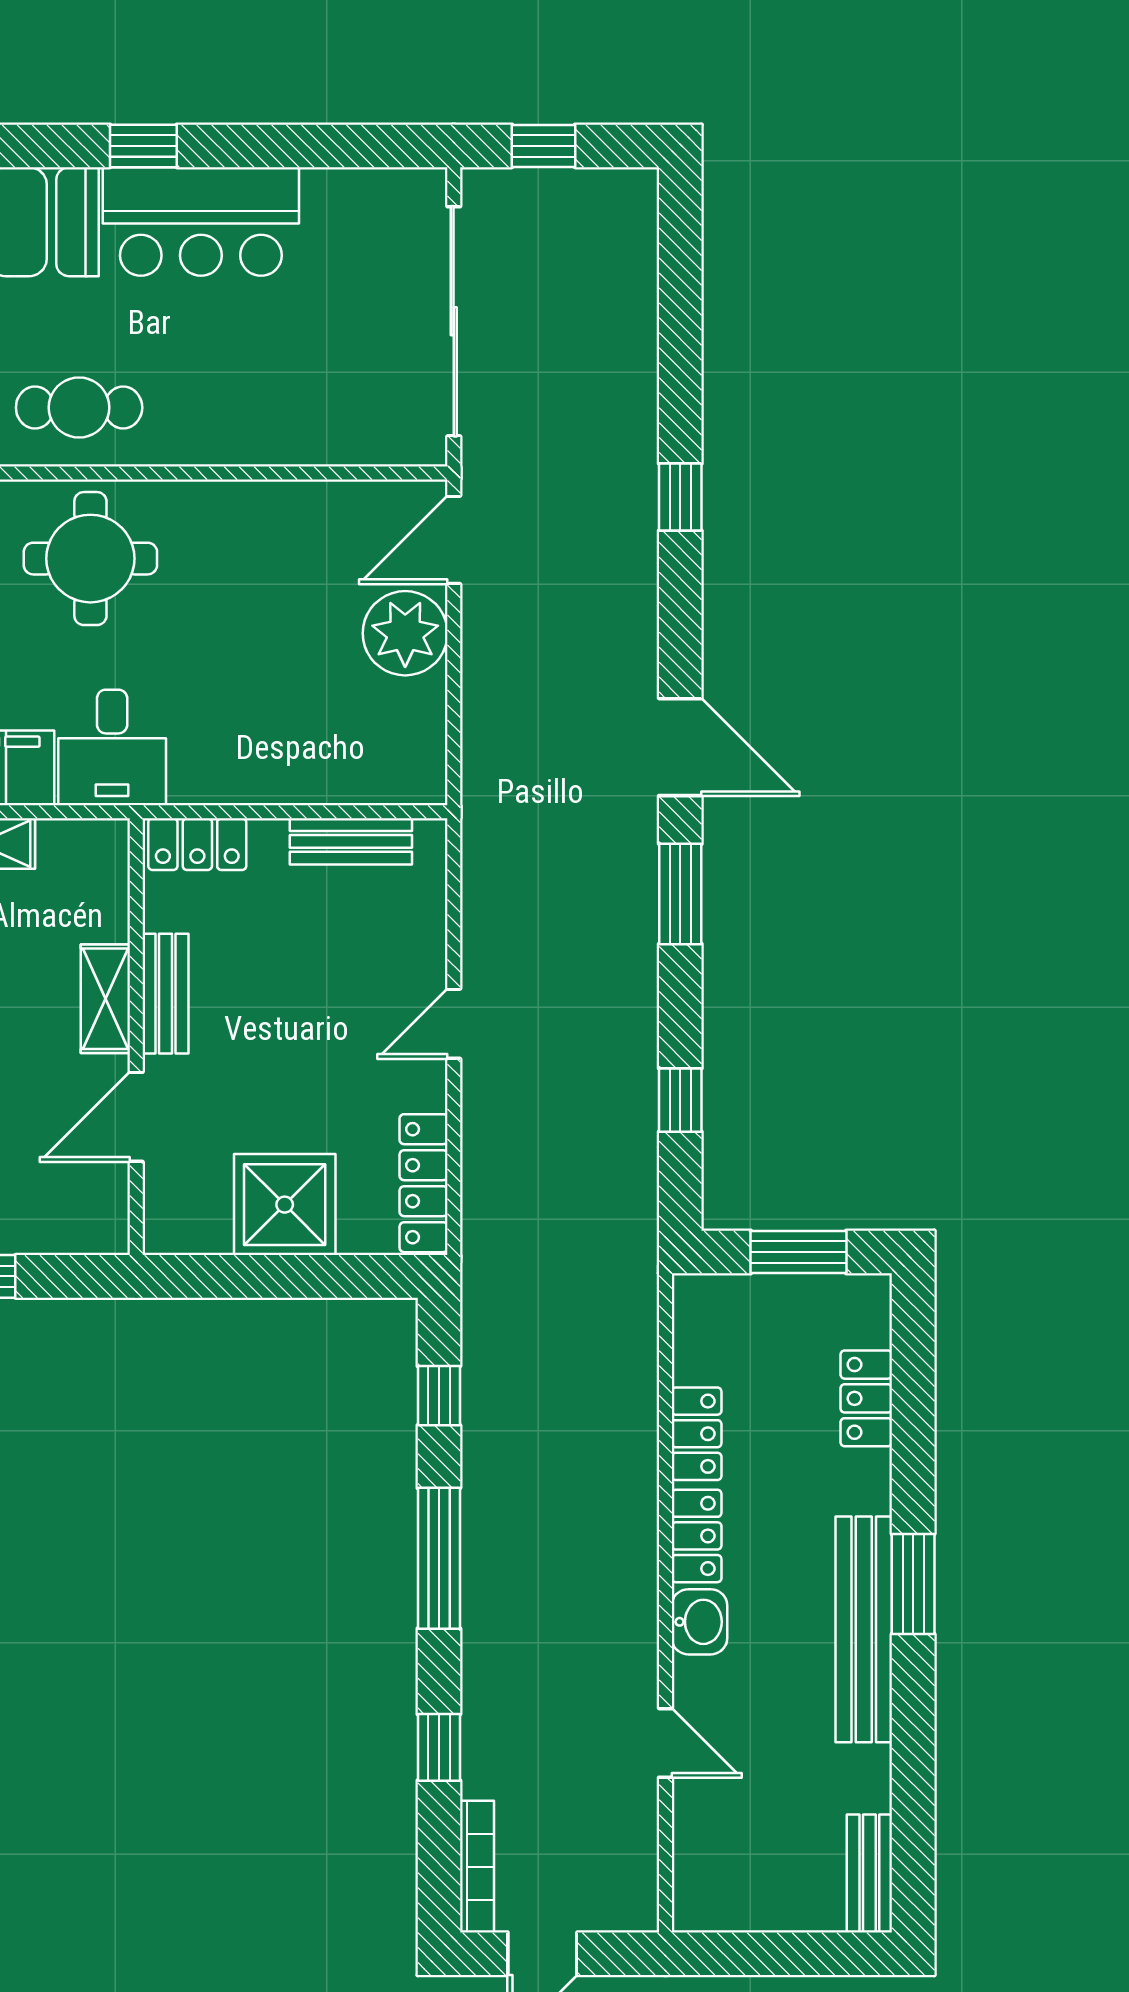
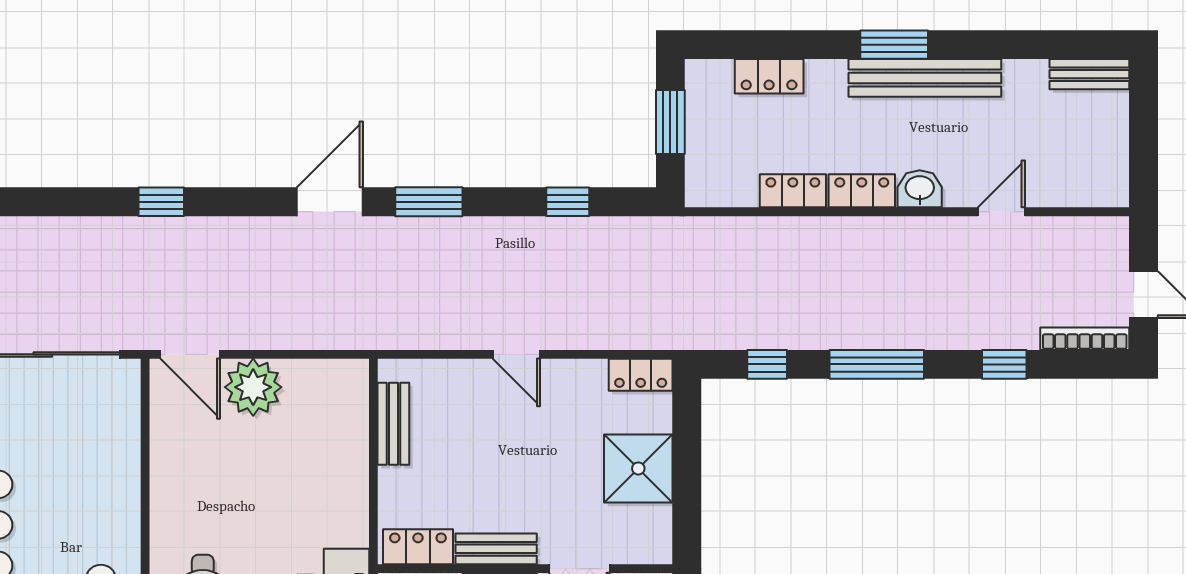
locker: (197, 844) -> (418, 547), moved, turned -90
locker: (424, 1183) -> (641, 375), width x0.66

